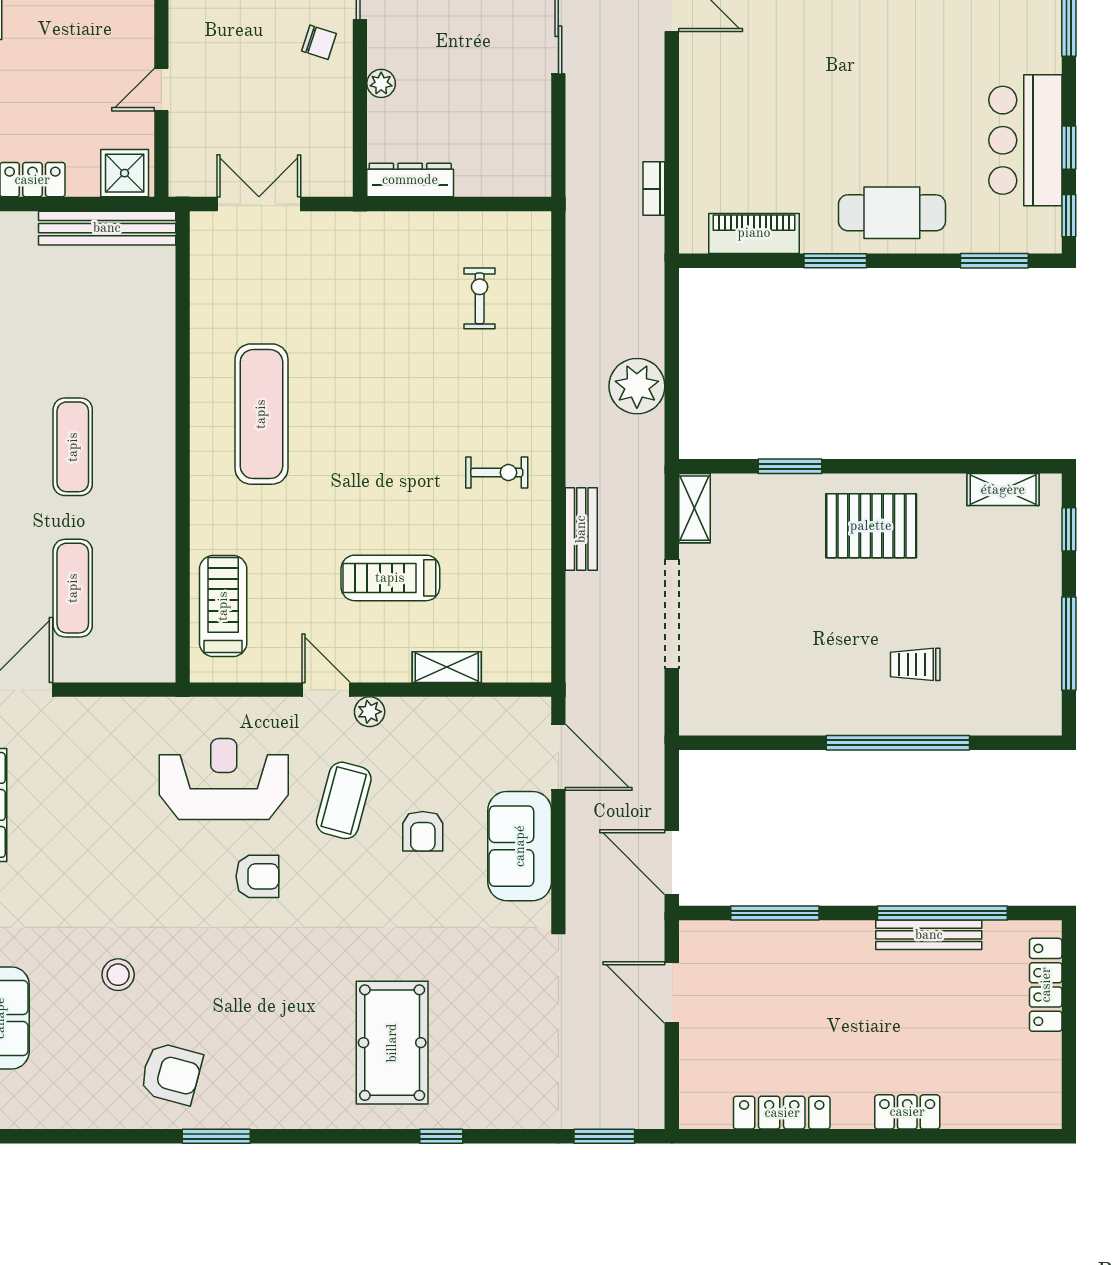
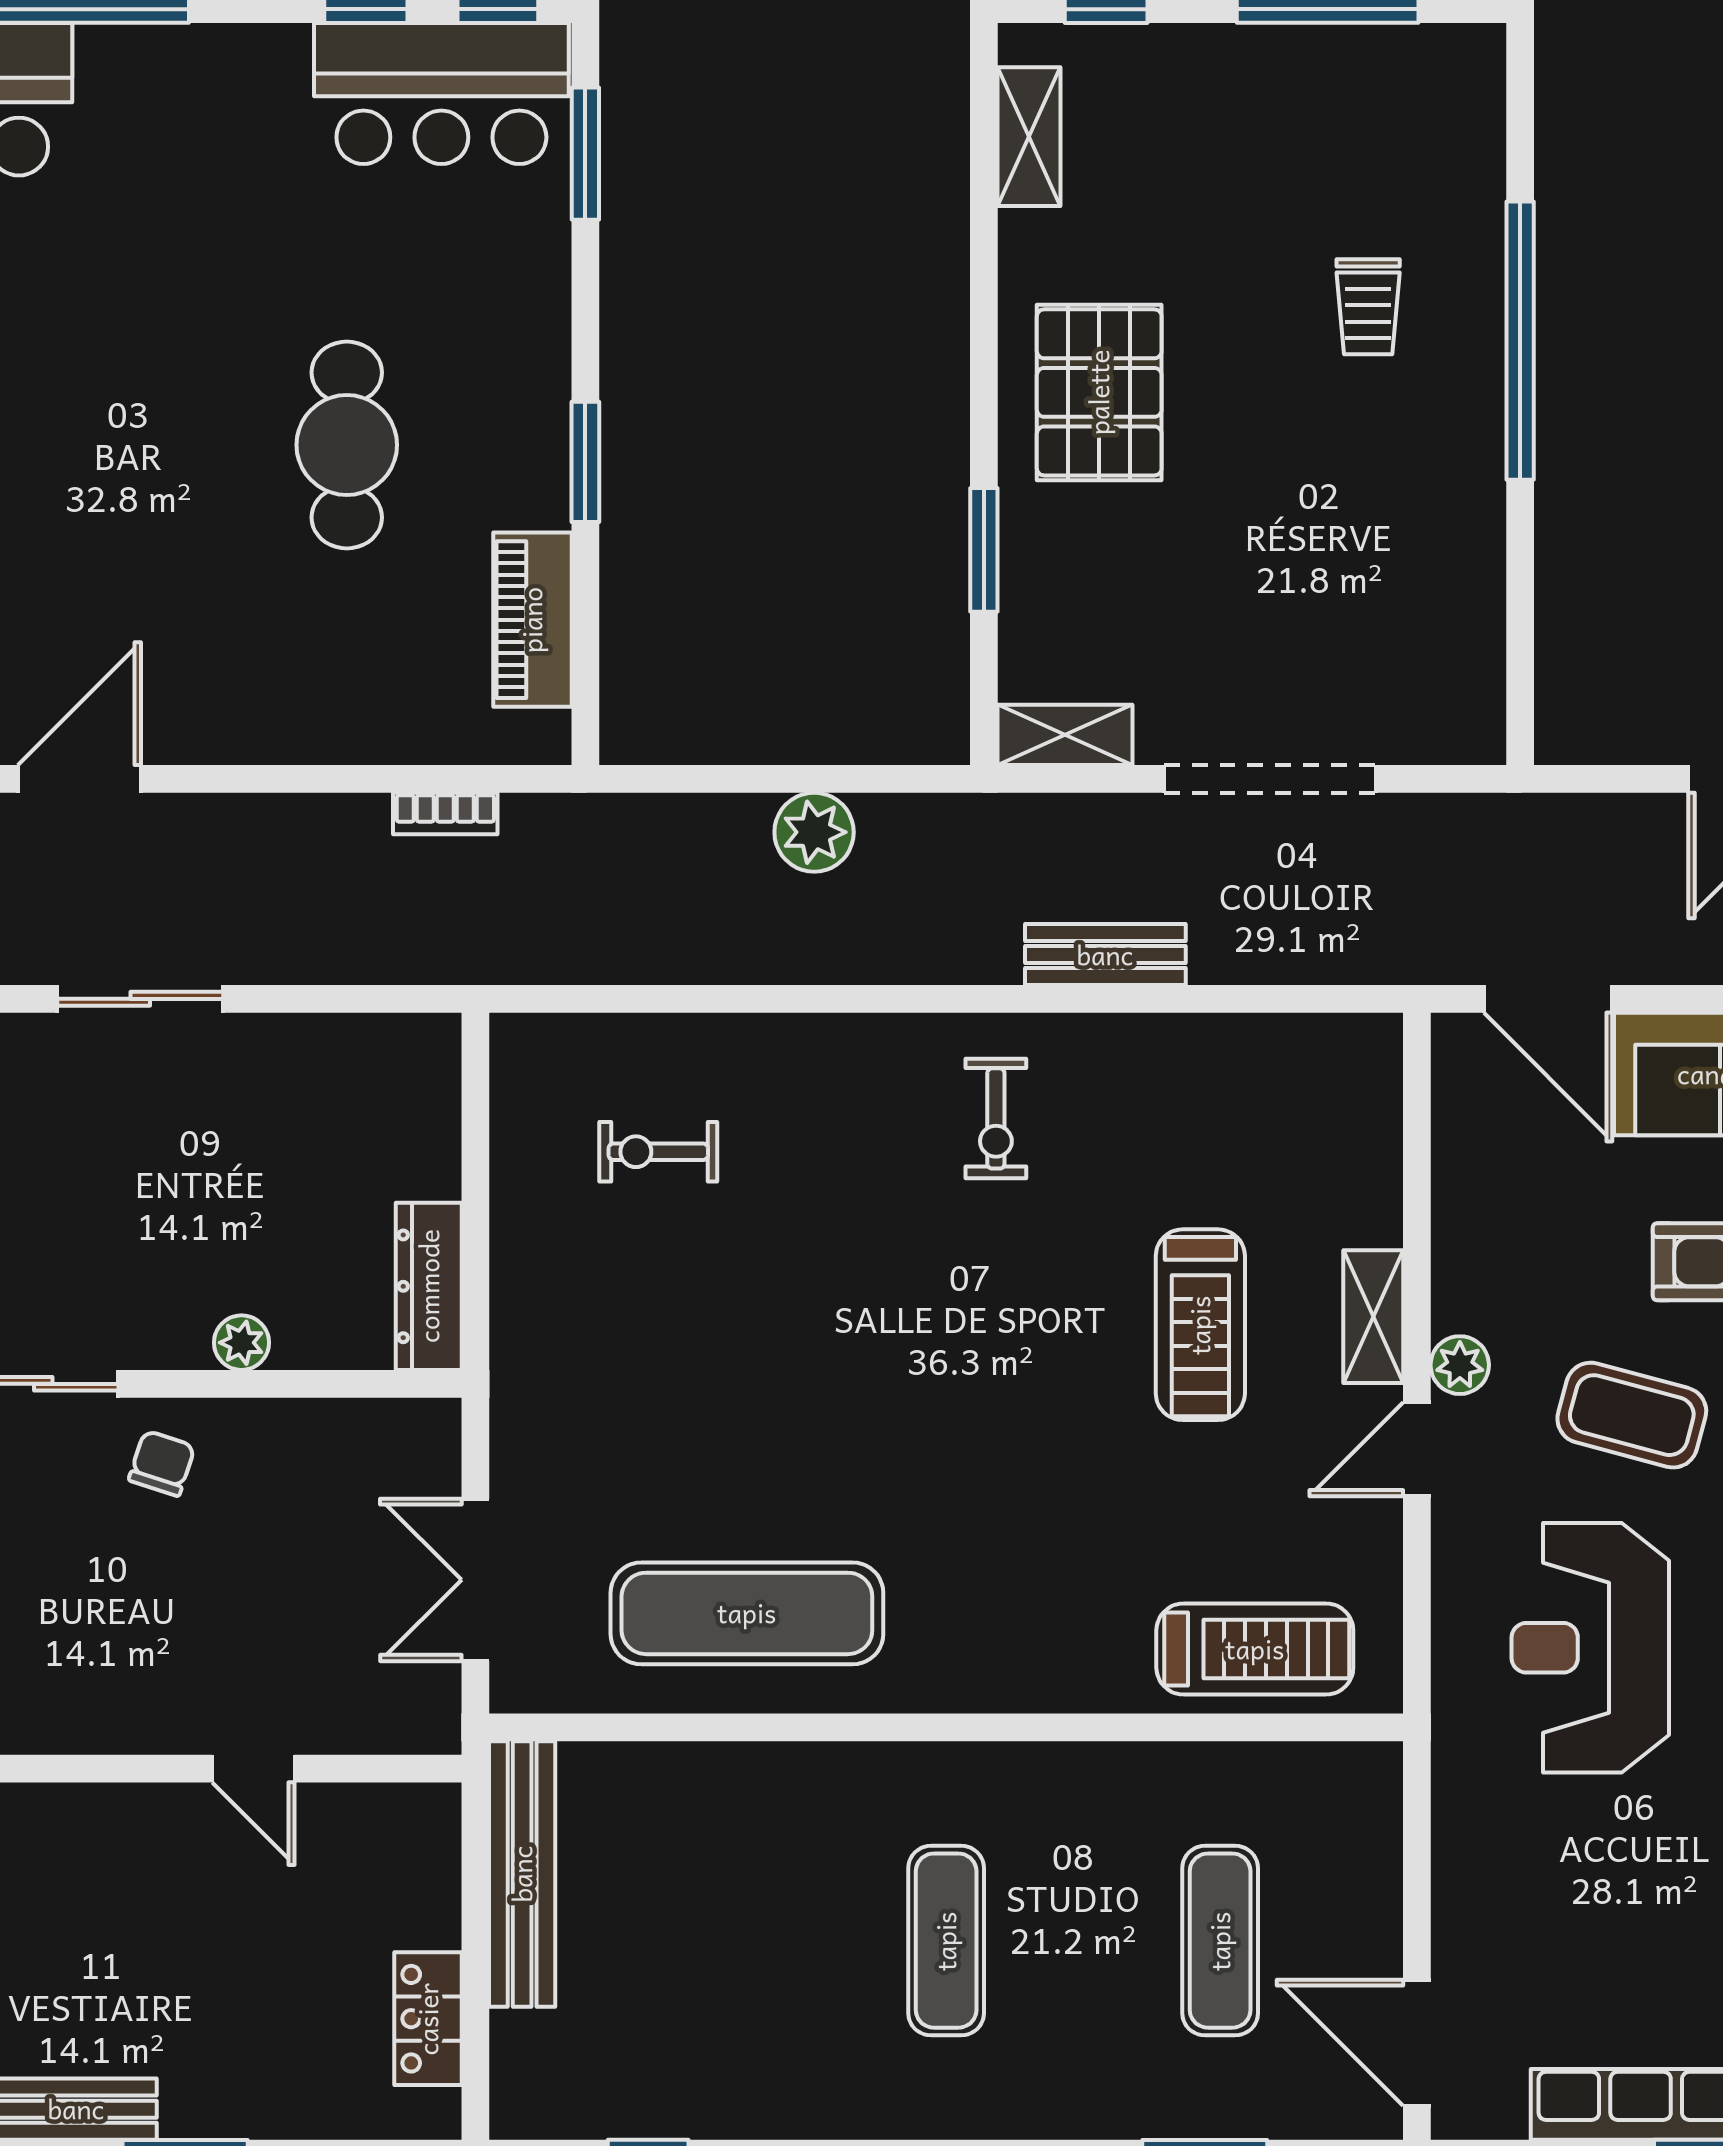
bar counter: (1025, 140) -> (441, 93), moved
shower: (125, 173) -> (415, 1840), removed
cafe table: (892, 213) -> (347, 445), moved
plant: (637, 386) -> (814, 832), width x0.73, depth x0.73
exercise mat: (261, 414) -> (747, 1613), moved
exercise mat: (73, 447) -> (946, 1941), turned 90
exercise bike: (497, 473) -> (996, 1118), turned 180
exercise mat: (73, 588) -> (1220, 1941), turned 90
treadmill: (223, 606) -> (1255, 1649), turned 180
shelving: (447, 667) -> (1373, 1317), moved
door: (558, 757) -> (1548, 999), swing flipped

